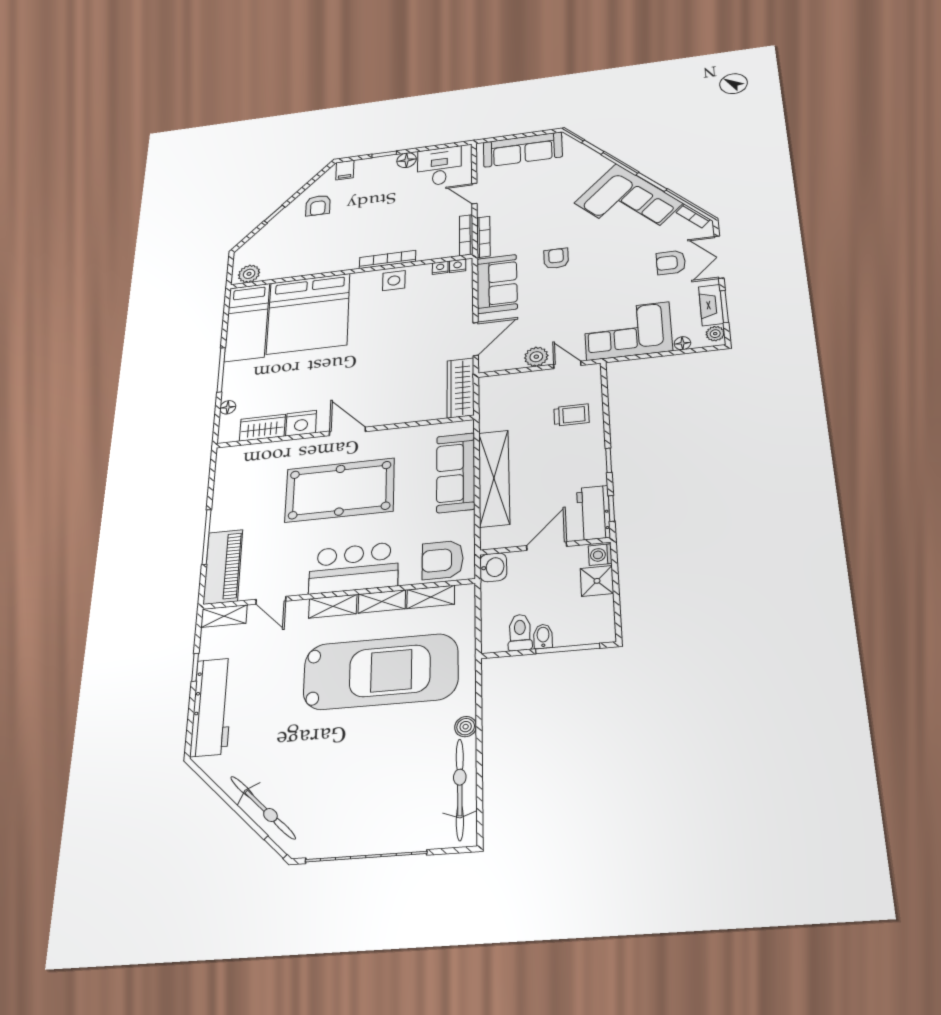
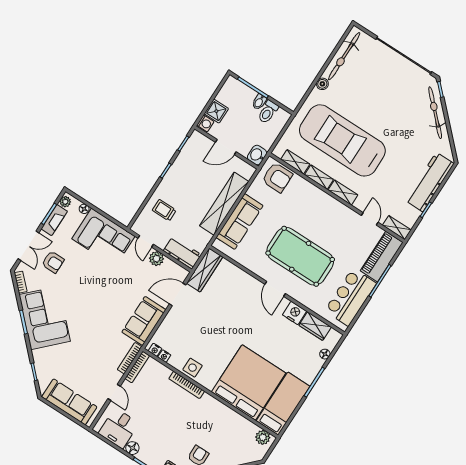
armchair: (556, 258) -> (104, 312), removed
workbench: (593, 513) -> (182, 253), moved, turned -90
bar counter: (354, 568) -> (350, 297), moved, turned 90

